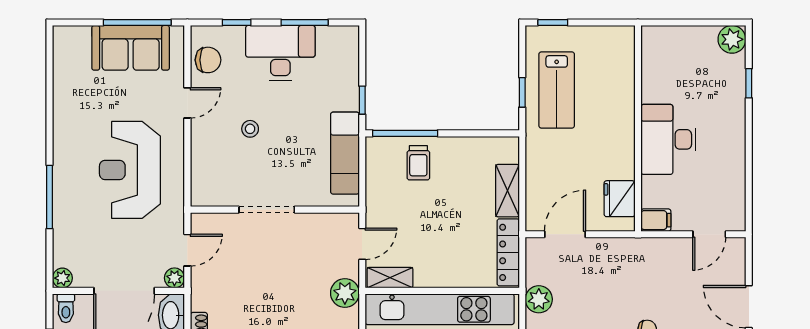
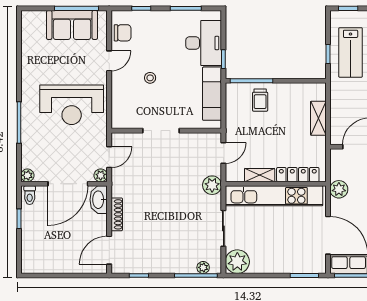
desk: (280, 53) -> (204, 43), moved, turned 90
reception desk: (130, 170) -> (72, 105), turned -90
locker: (508, 252) -> (298, 175), moved, turned 90
shelving: (390, 278) -> (260, 175), moved

